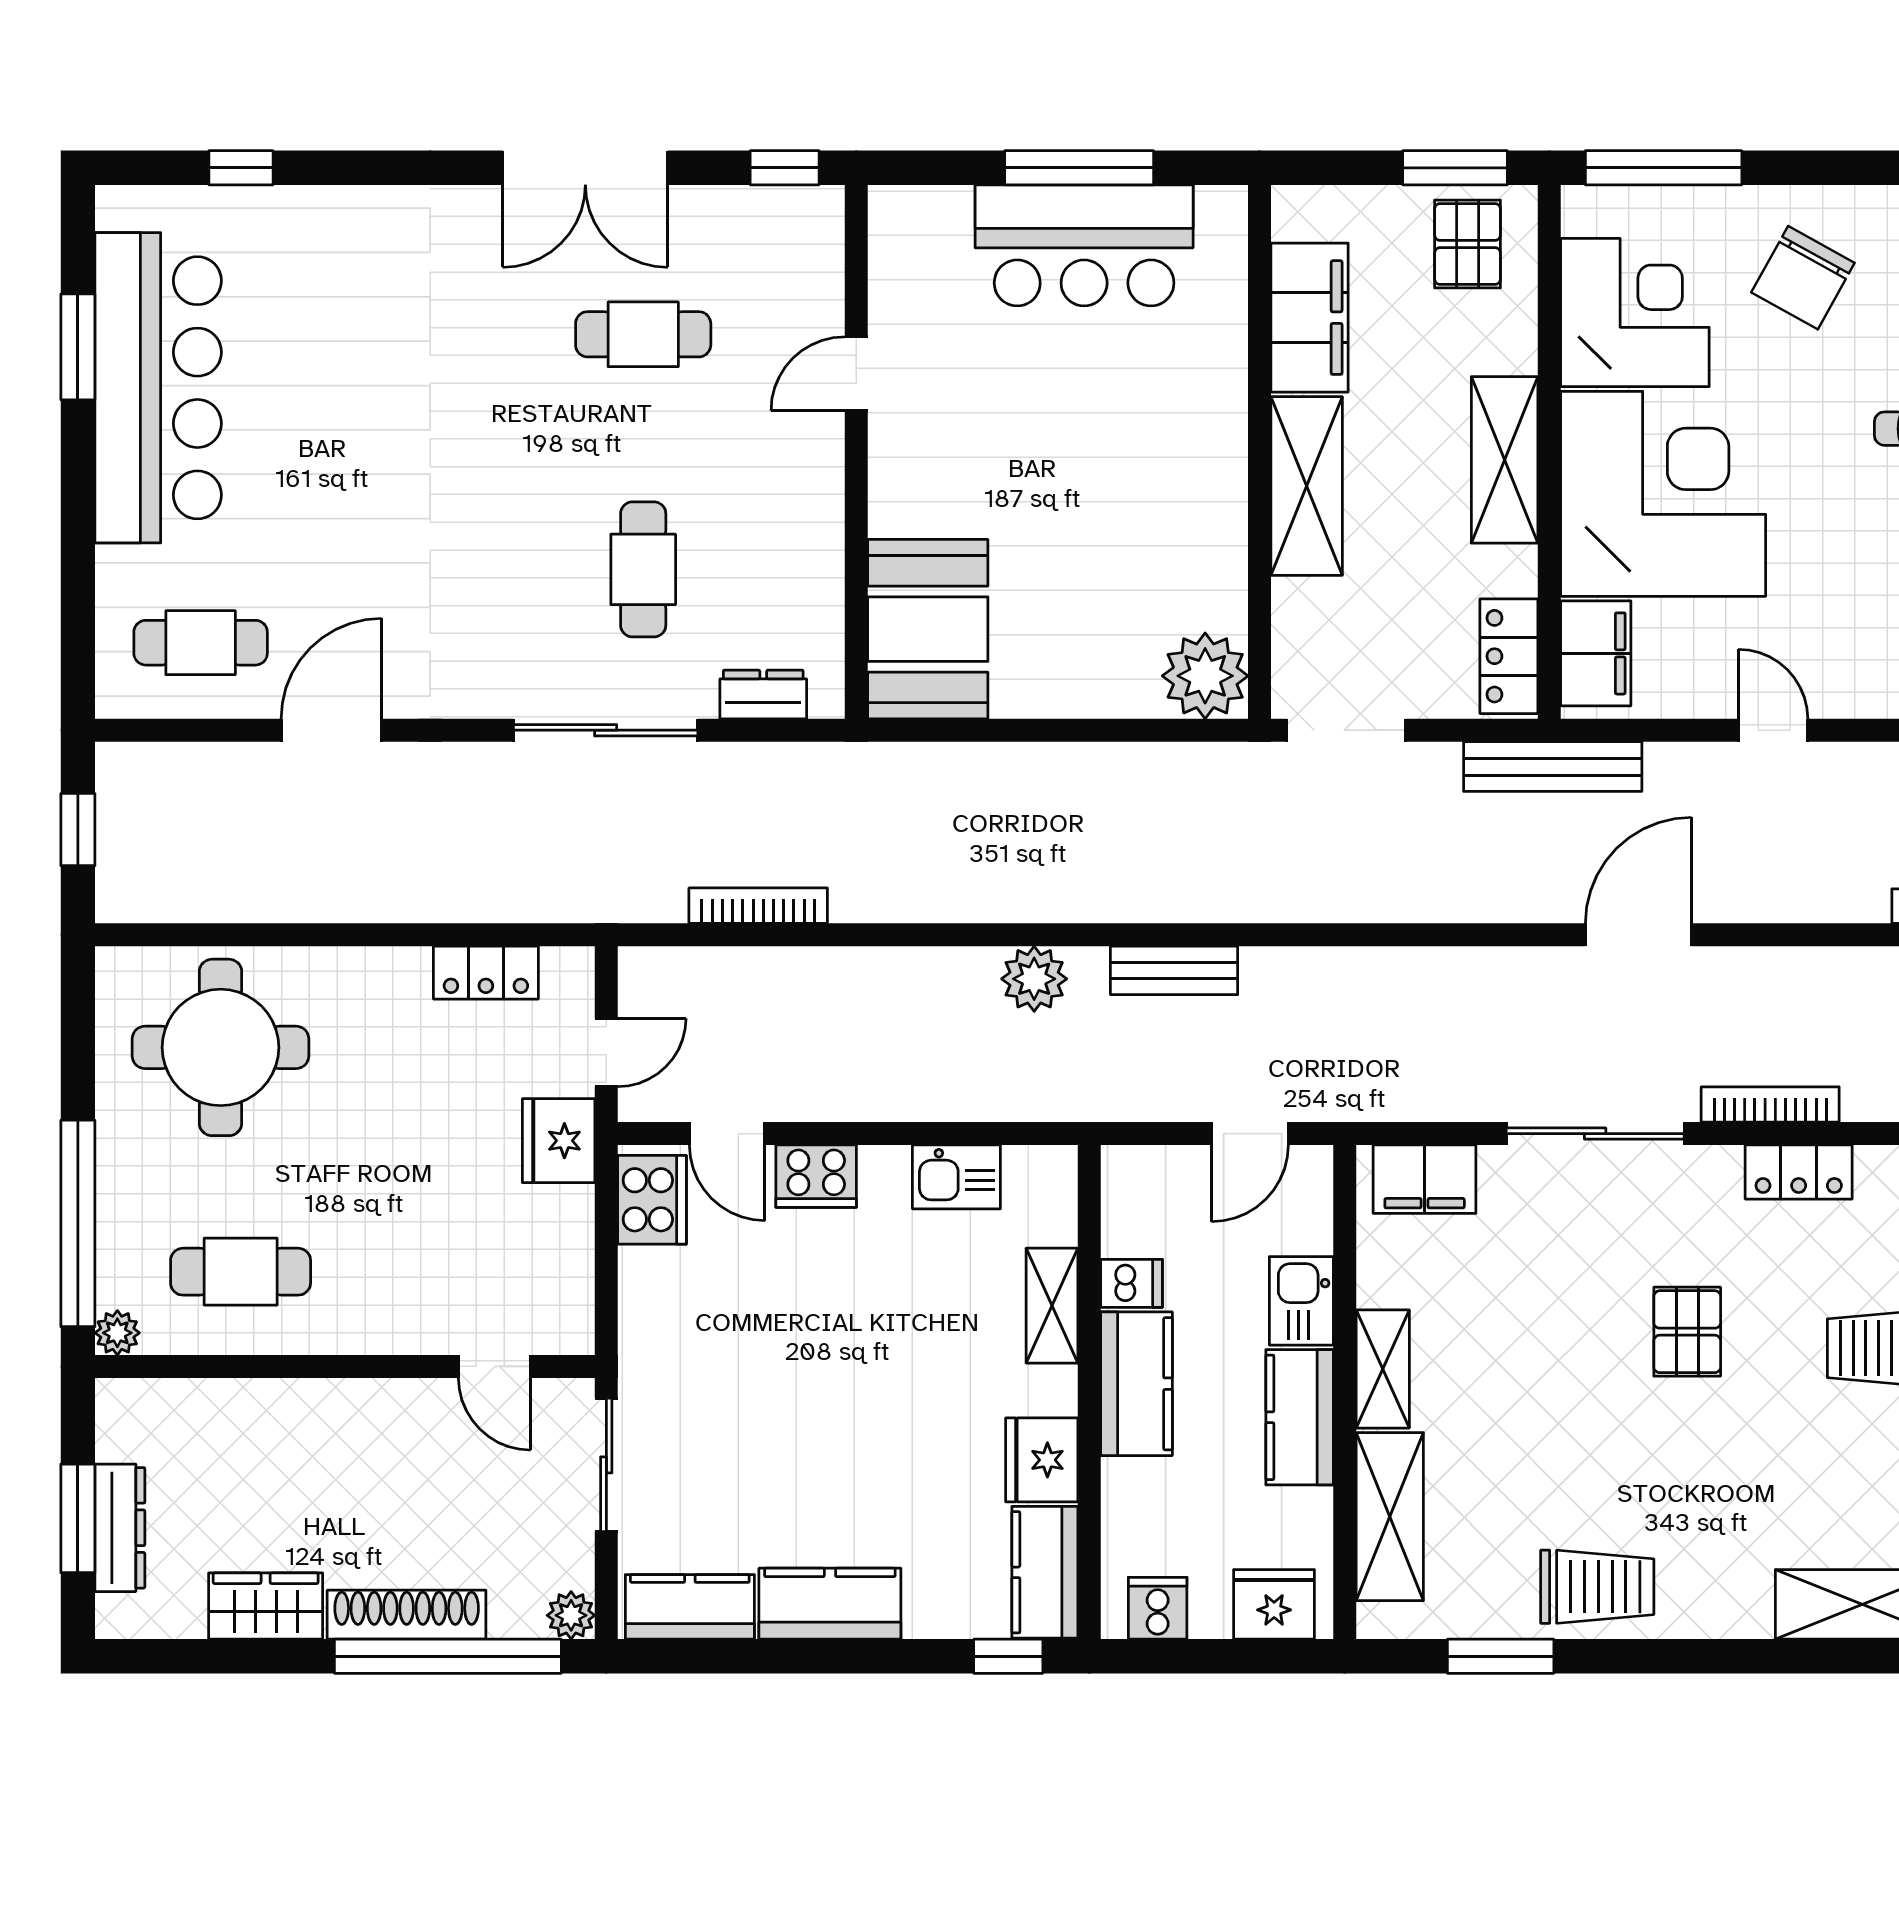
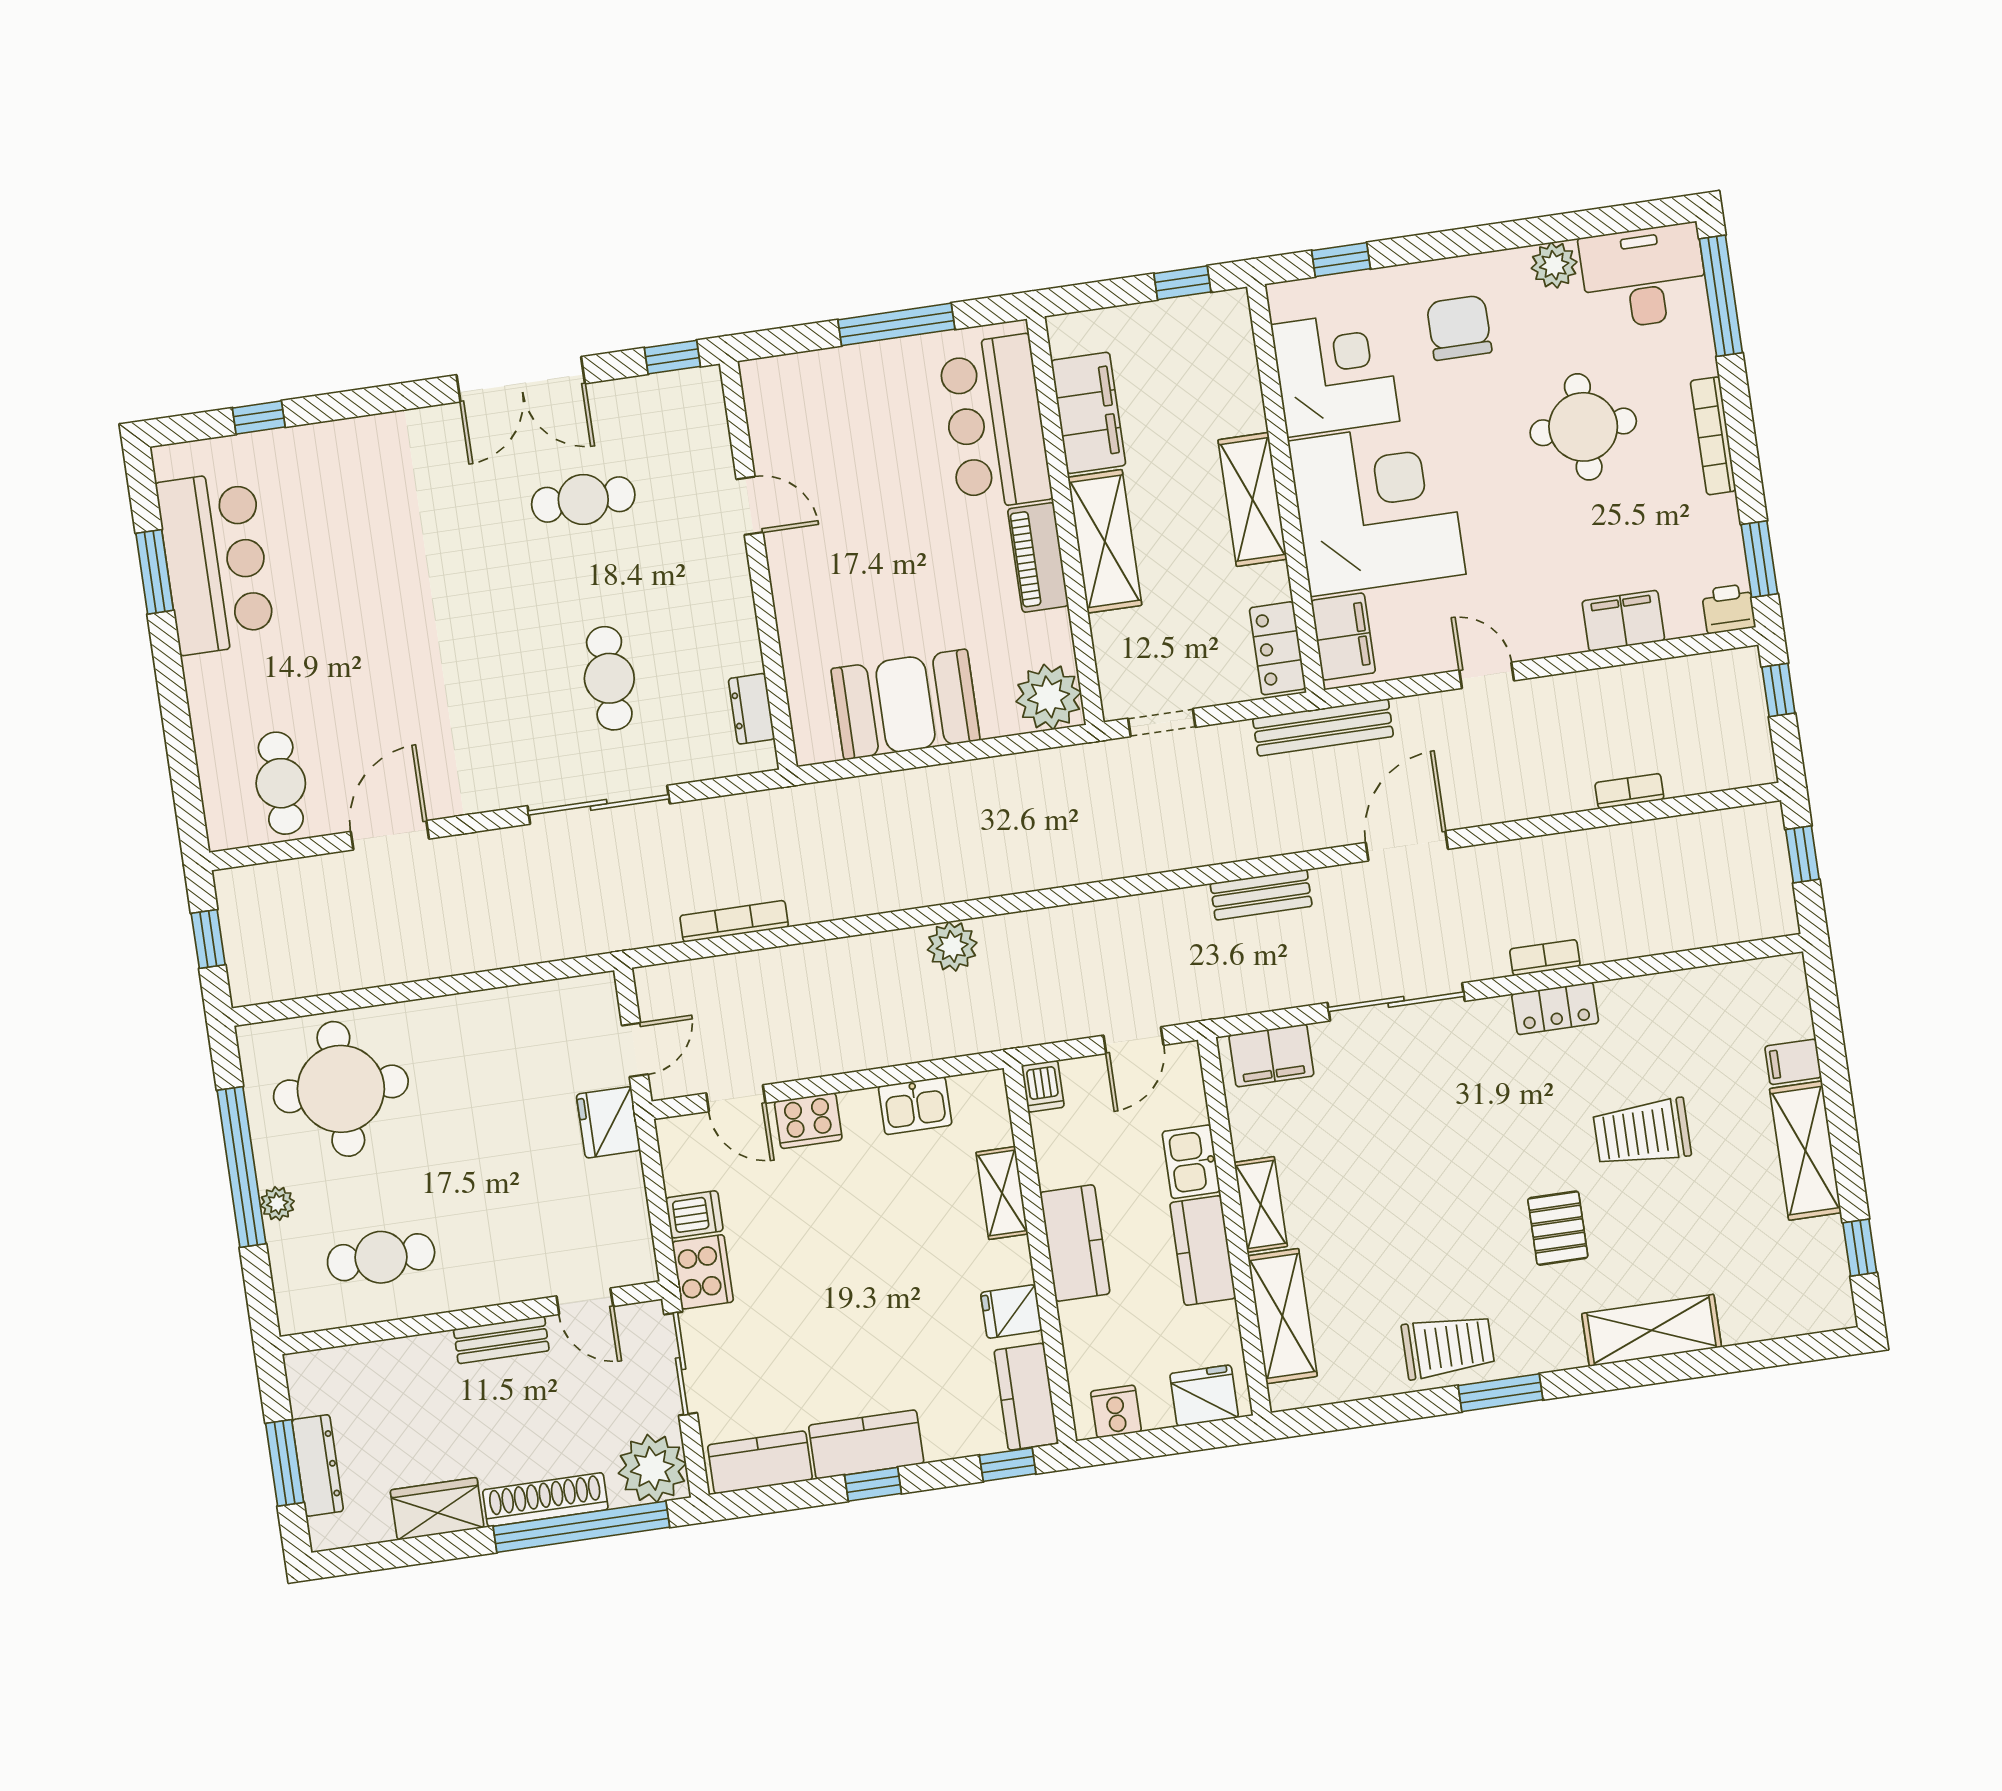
window: (1455, 168) -> (1182, 283), width x0.67
window: (1664, 168) -> (1341, 260), width x0.46
pallet: (1468, 244) -> (1200, 339), removed
bar counter: (1084, 245) -> (995, 423), moved, turned 90
chair: (1803, 278) -> (1459, 328), turned 151
door: (856, 374) -> (750, 506), swing flipped
bar counter: (158, 388) -> (216, 563), width x0.73
piano: (1218, 494) -> (1038, 557), added
booth: (928, 629) -> (906, 704), moved, turned 90
cafe table: (201, 643) -> (281, 783), turned 90
dresser: (763, 694) -> (752, 709), moved, turned -90
doorway: (1346, 730) -> (1162, 723), width x0.73
bench: (1174, 970) -> (1261, 895), moved
locker: (486, 973) -> (534, 1002), removed
bookcase: (1770, 1105) -> (1545, 958), width x0.64
cooker: (652, 1200) -> (703, 1272), moved
window: (78, 1223) -> (241, 1167), moved
dishwasher: (652, 1275) -> (694, 1214), added
dishwasher: (1131, 1283) -> (1043, 1086), moved, turned 90
pallet: (1687, 1332) -> (1558, 1228), moved
plant: (117, 1333) -> (277, 1203), moved
bench: (380, 1401) -> (501, 1340), added
fridge: (1042, 1460) -> (1011, 1311), width x0.72
plant: (571, 1615) -> (652, 1468), width x1.88, depth x1.88
window: (831, 1656) -> (873, 1484), added
window: (1501, 1656) -> (1501, 1393), moved

